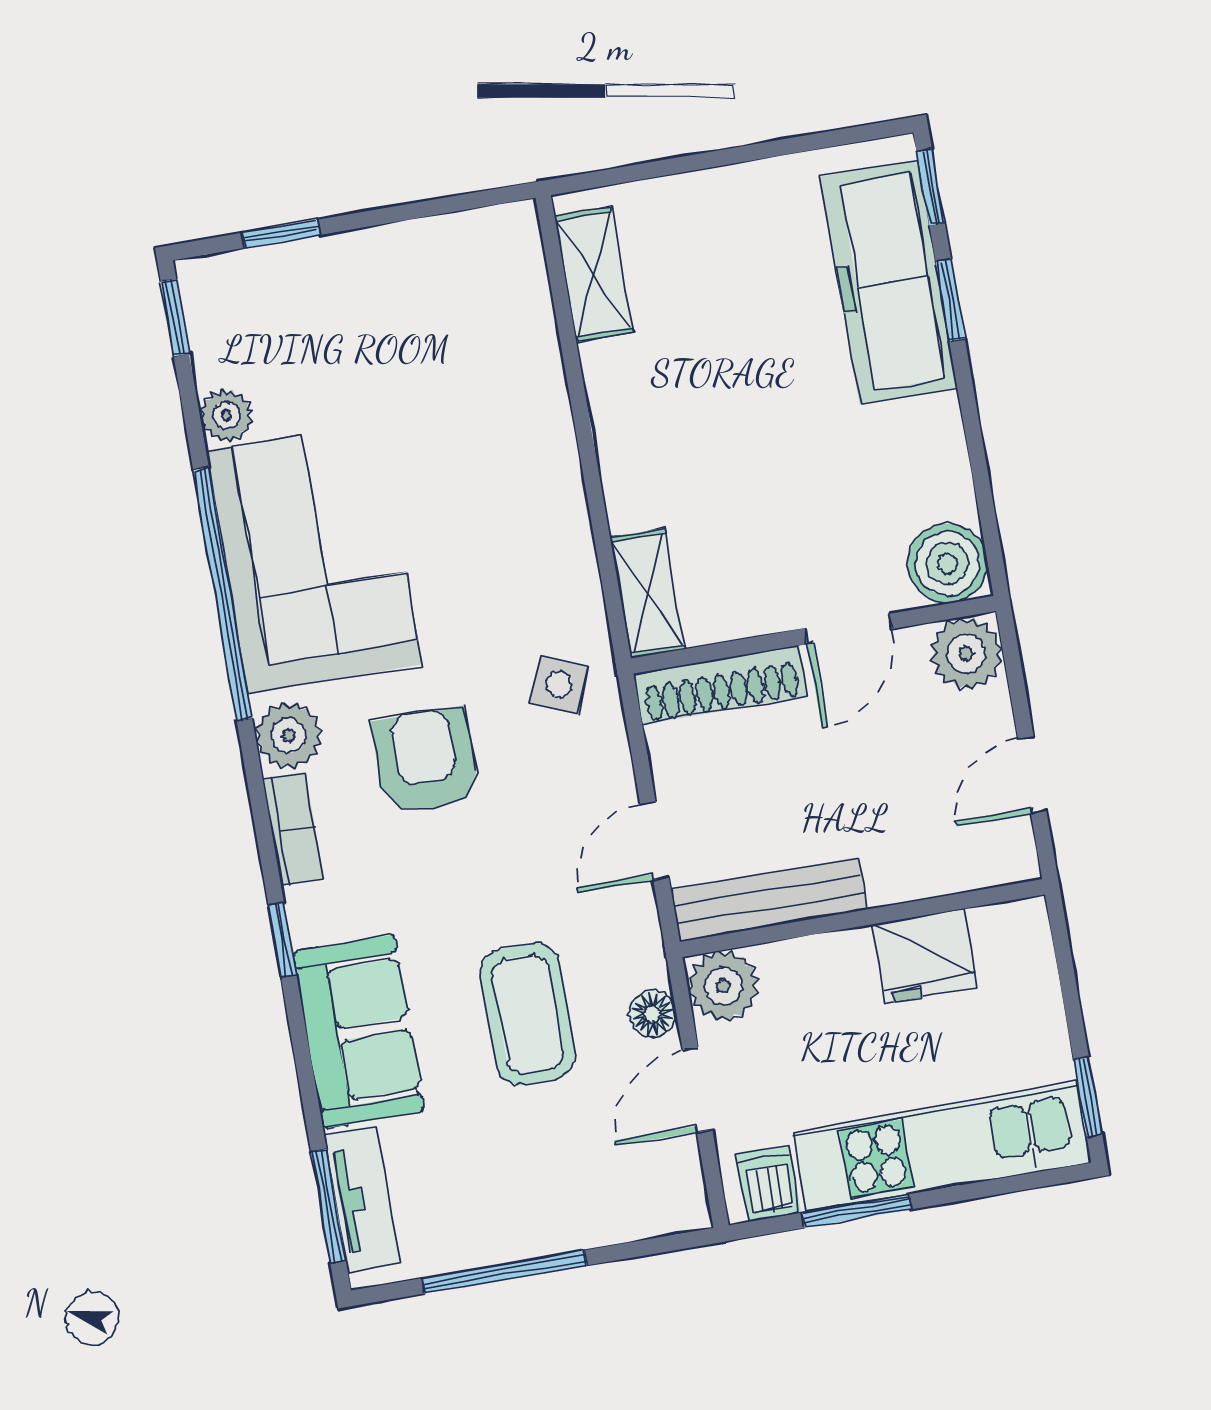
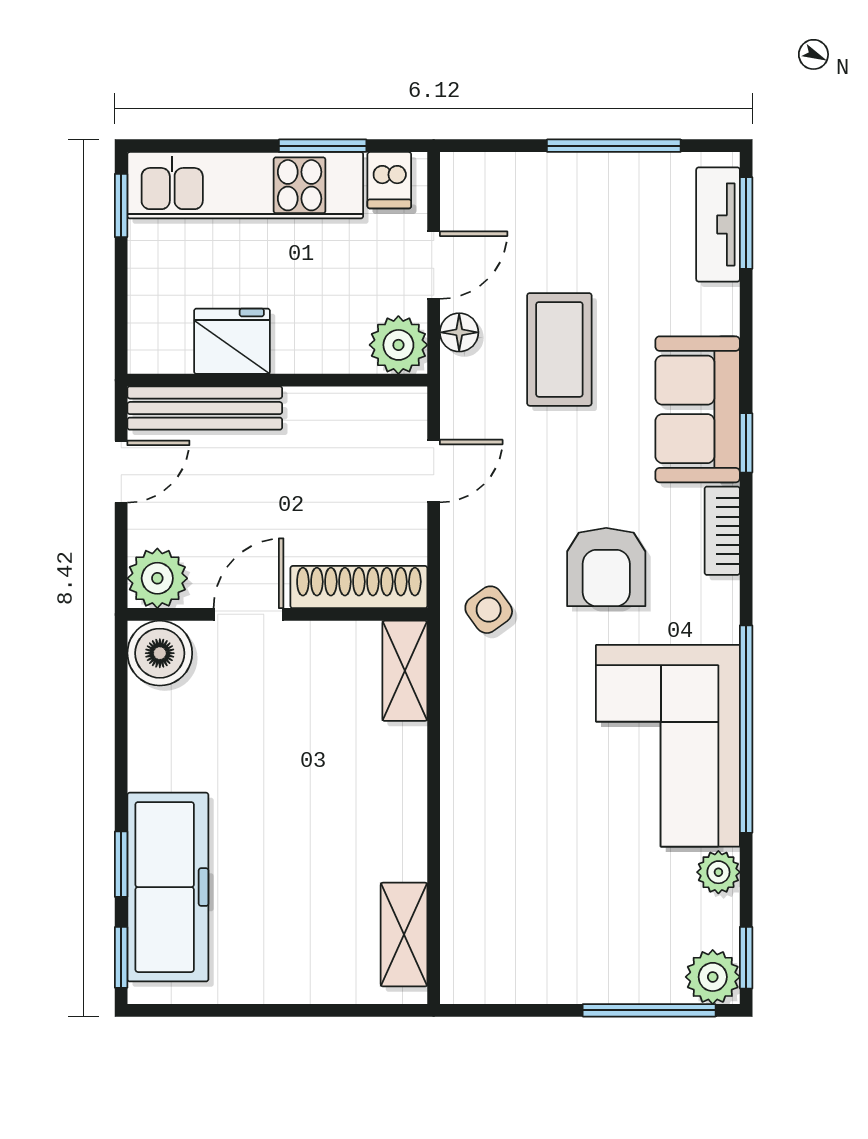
window: (281, 234) -> (649, 1010), width x2.17
side table: (559, 685) -> (489, 610), turned 31
plant: (289, 736) -> (713, 977), moved
bench: (769, 900) -> (205, 408), moved
sofa: (359, 1032) -> (698, 409), moved

